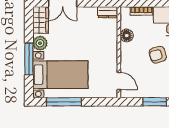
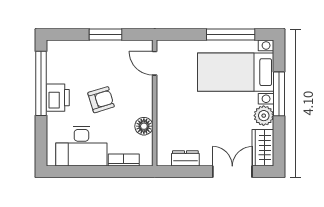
dresser: (108, 12) -> (185, 158), moved

